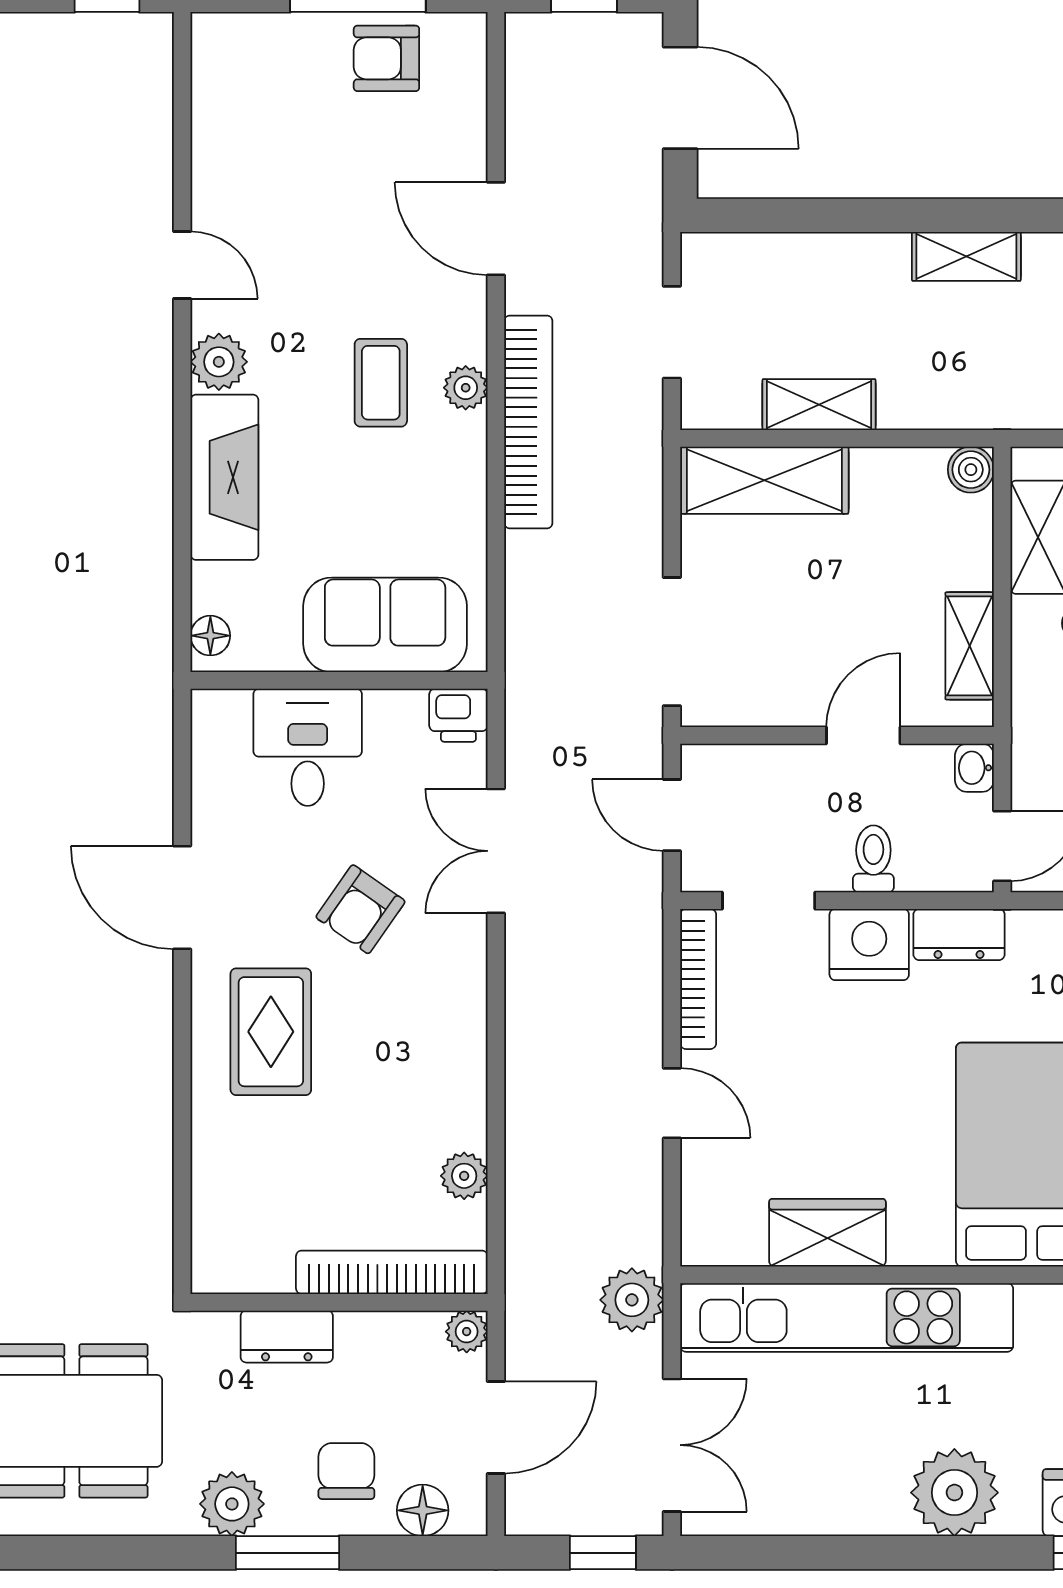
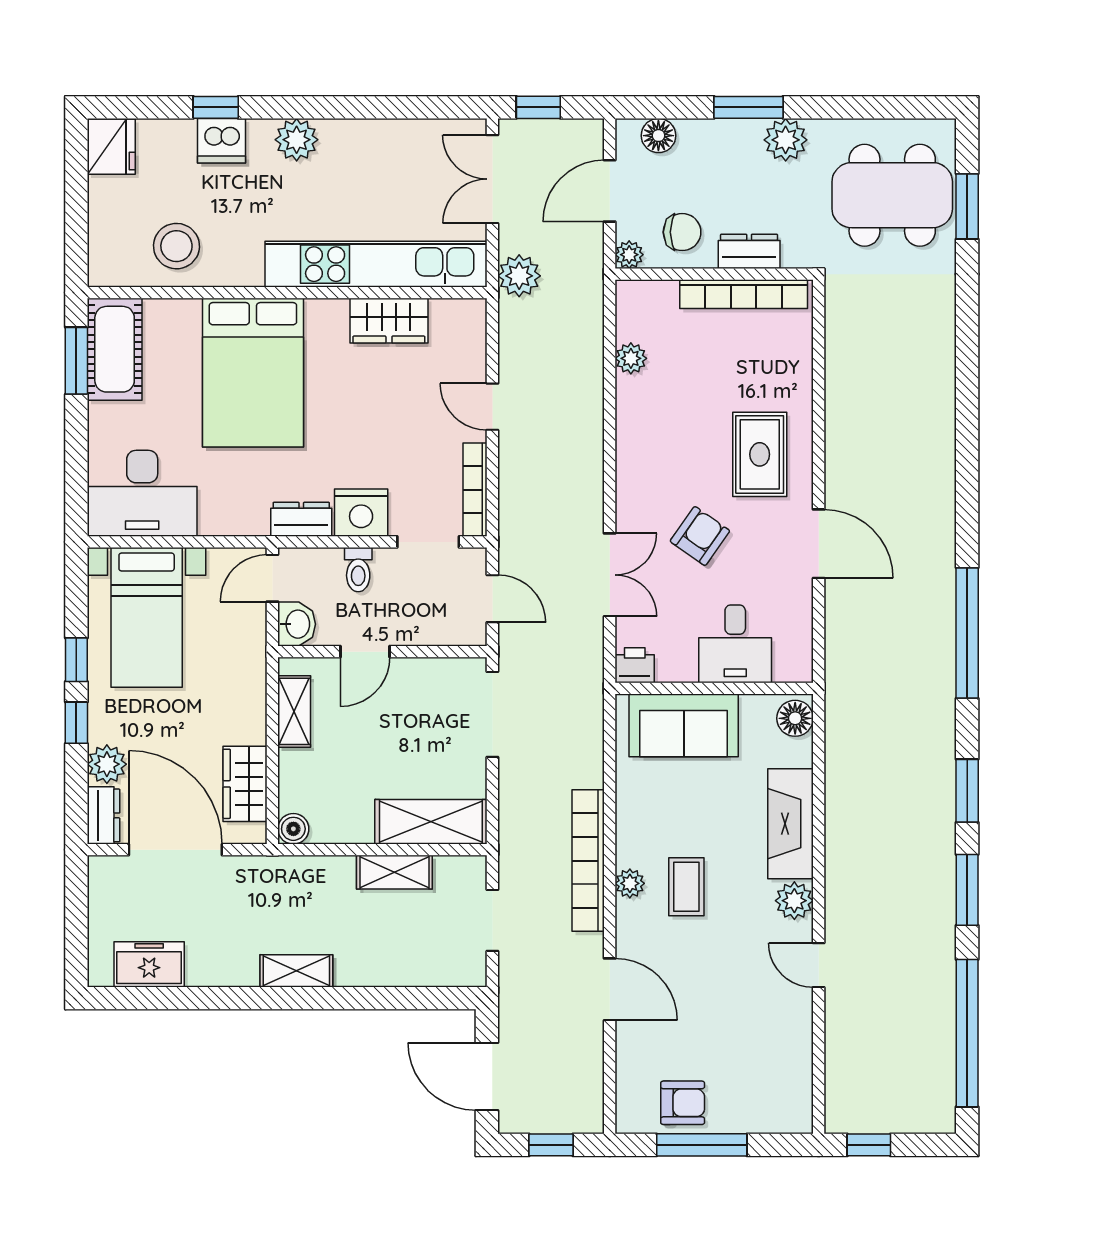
floor lamp: (210, 636) -> (795, 718), width x1.37, depth x1.37
washbasin: (974, 768) -> (297, 624), width x1.38, depth x1.45
bookcase: (392, 1272) -> (744, 294), moved
chair: (346, 1471) -> (682, 232), moved, turned -90
plant: (954, 1493) -> (297, 140), width x0.73, depth x0.73

